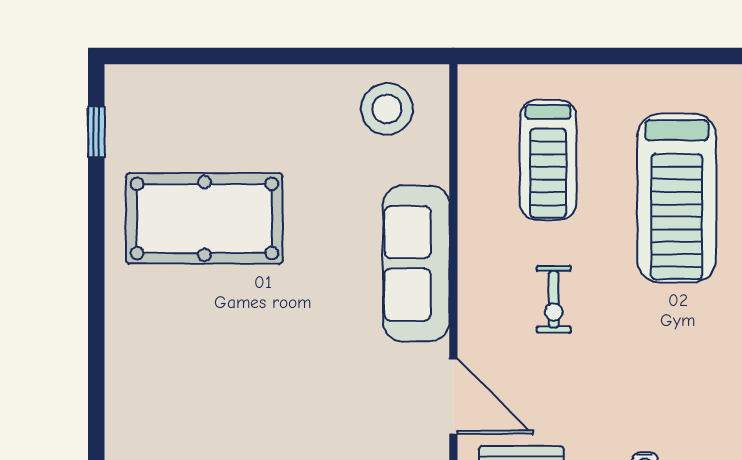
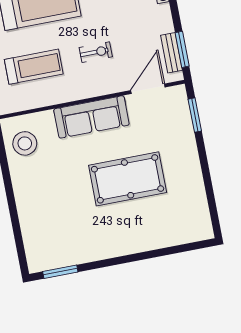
window: (96, 132) -> (60, 272), width x1.50
pool table: (204, 218) -> (128, 179), moved, turned 90

